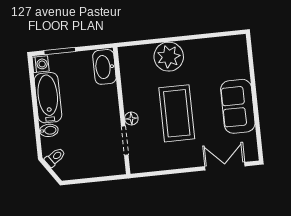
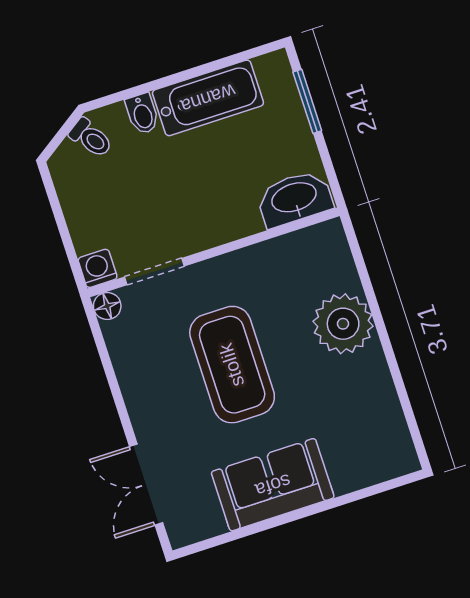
washing machine: (41, 64) -> (98, 268), moved, turned 180
coffee table: (177, 113) -> (232, 365), turned 90
floor lamp: (131, 118) -> (107, 306), moved
double door: (225, 166) -> (146, 485), swing flipped

